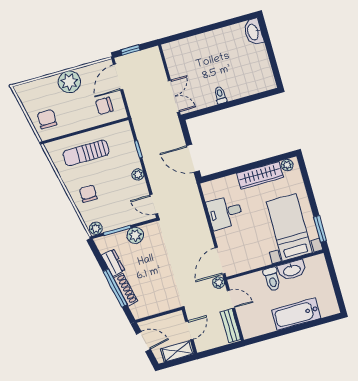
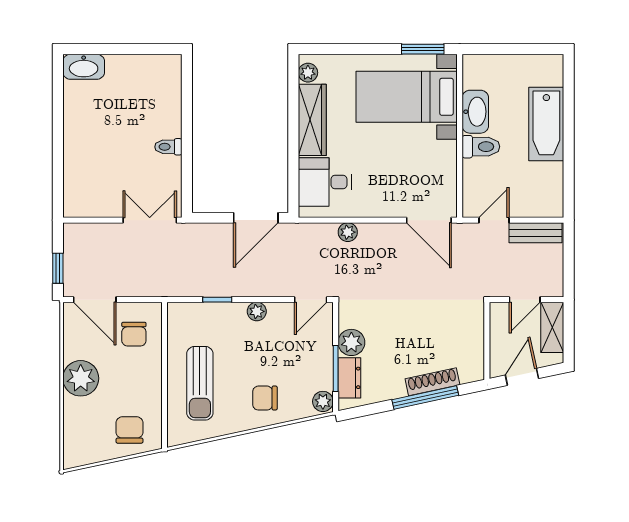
chair: (47, 119) -> (129, 430), turned 90
desk: (225, 212) -> (325, 182), moved, turned 90
dresser: (113, 263) -> (349, 378), moved, turned 102
plant: (219, 283) -> (348, 232), moved
door: (189, 330) -> (525, 300), swing flipped

